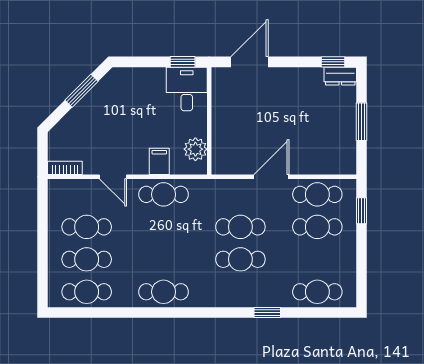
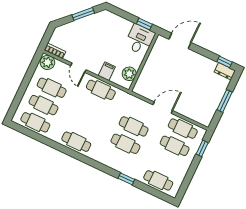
plant: (62, 191) -> (47, 62), added

